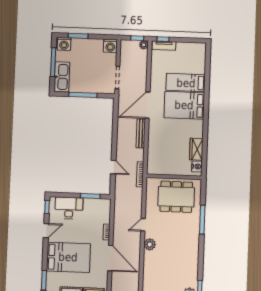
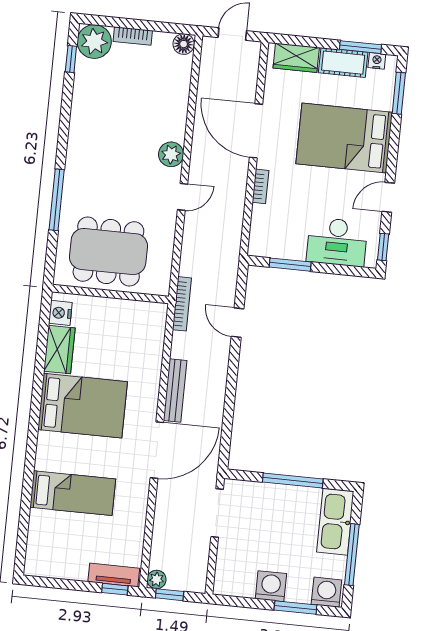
washing machine: (110, 46) -> (271, 586), moved
bed: (184, 105) -> (83, 406), moved

